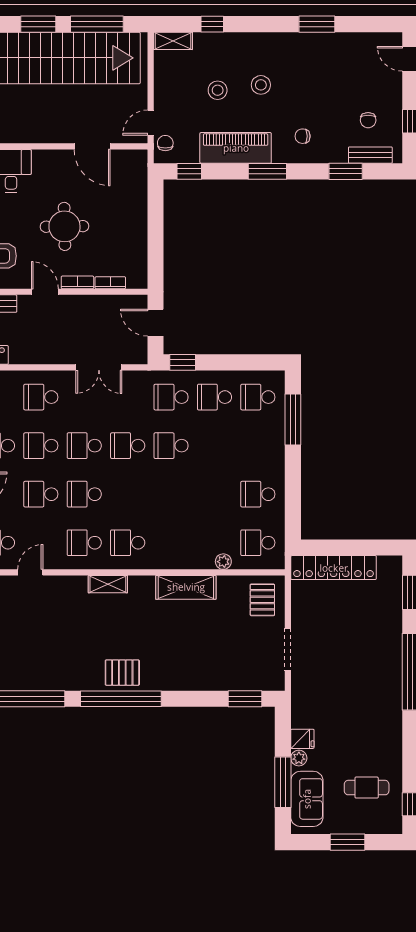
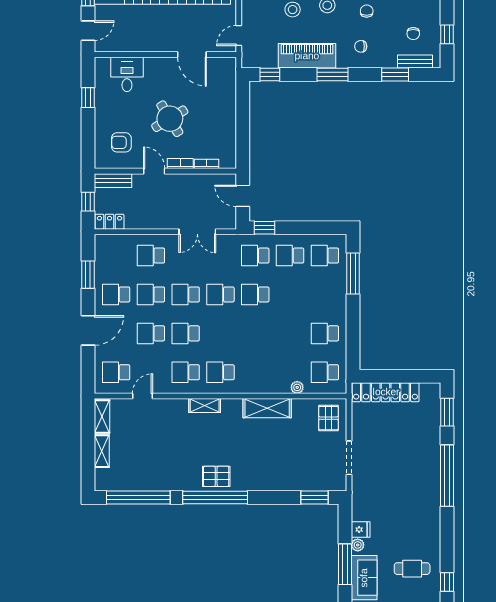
chair: (165, 143) -> (367, 11), moved
round table: (64, 226) -> (170, 119), turned -30

